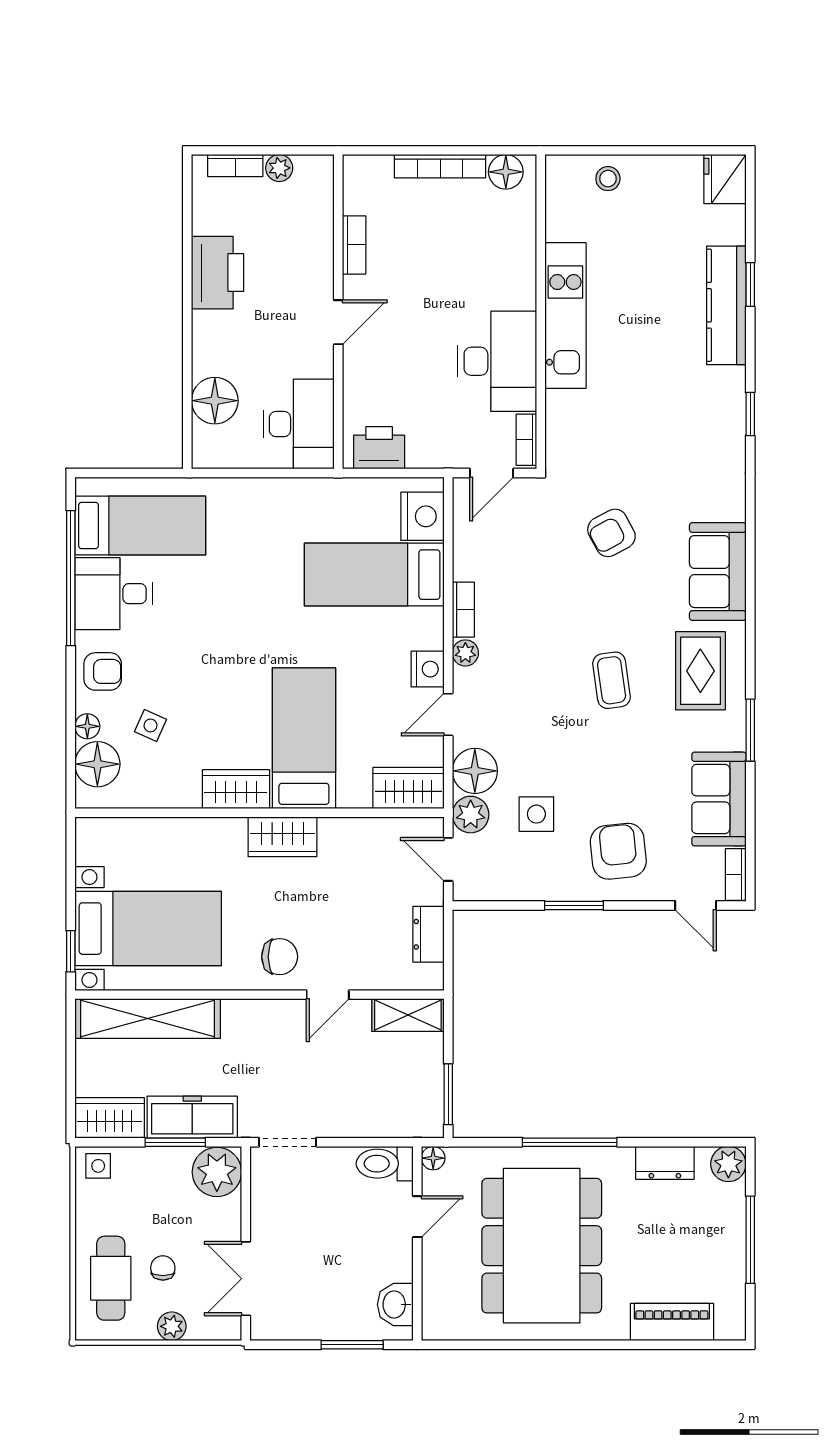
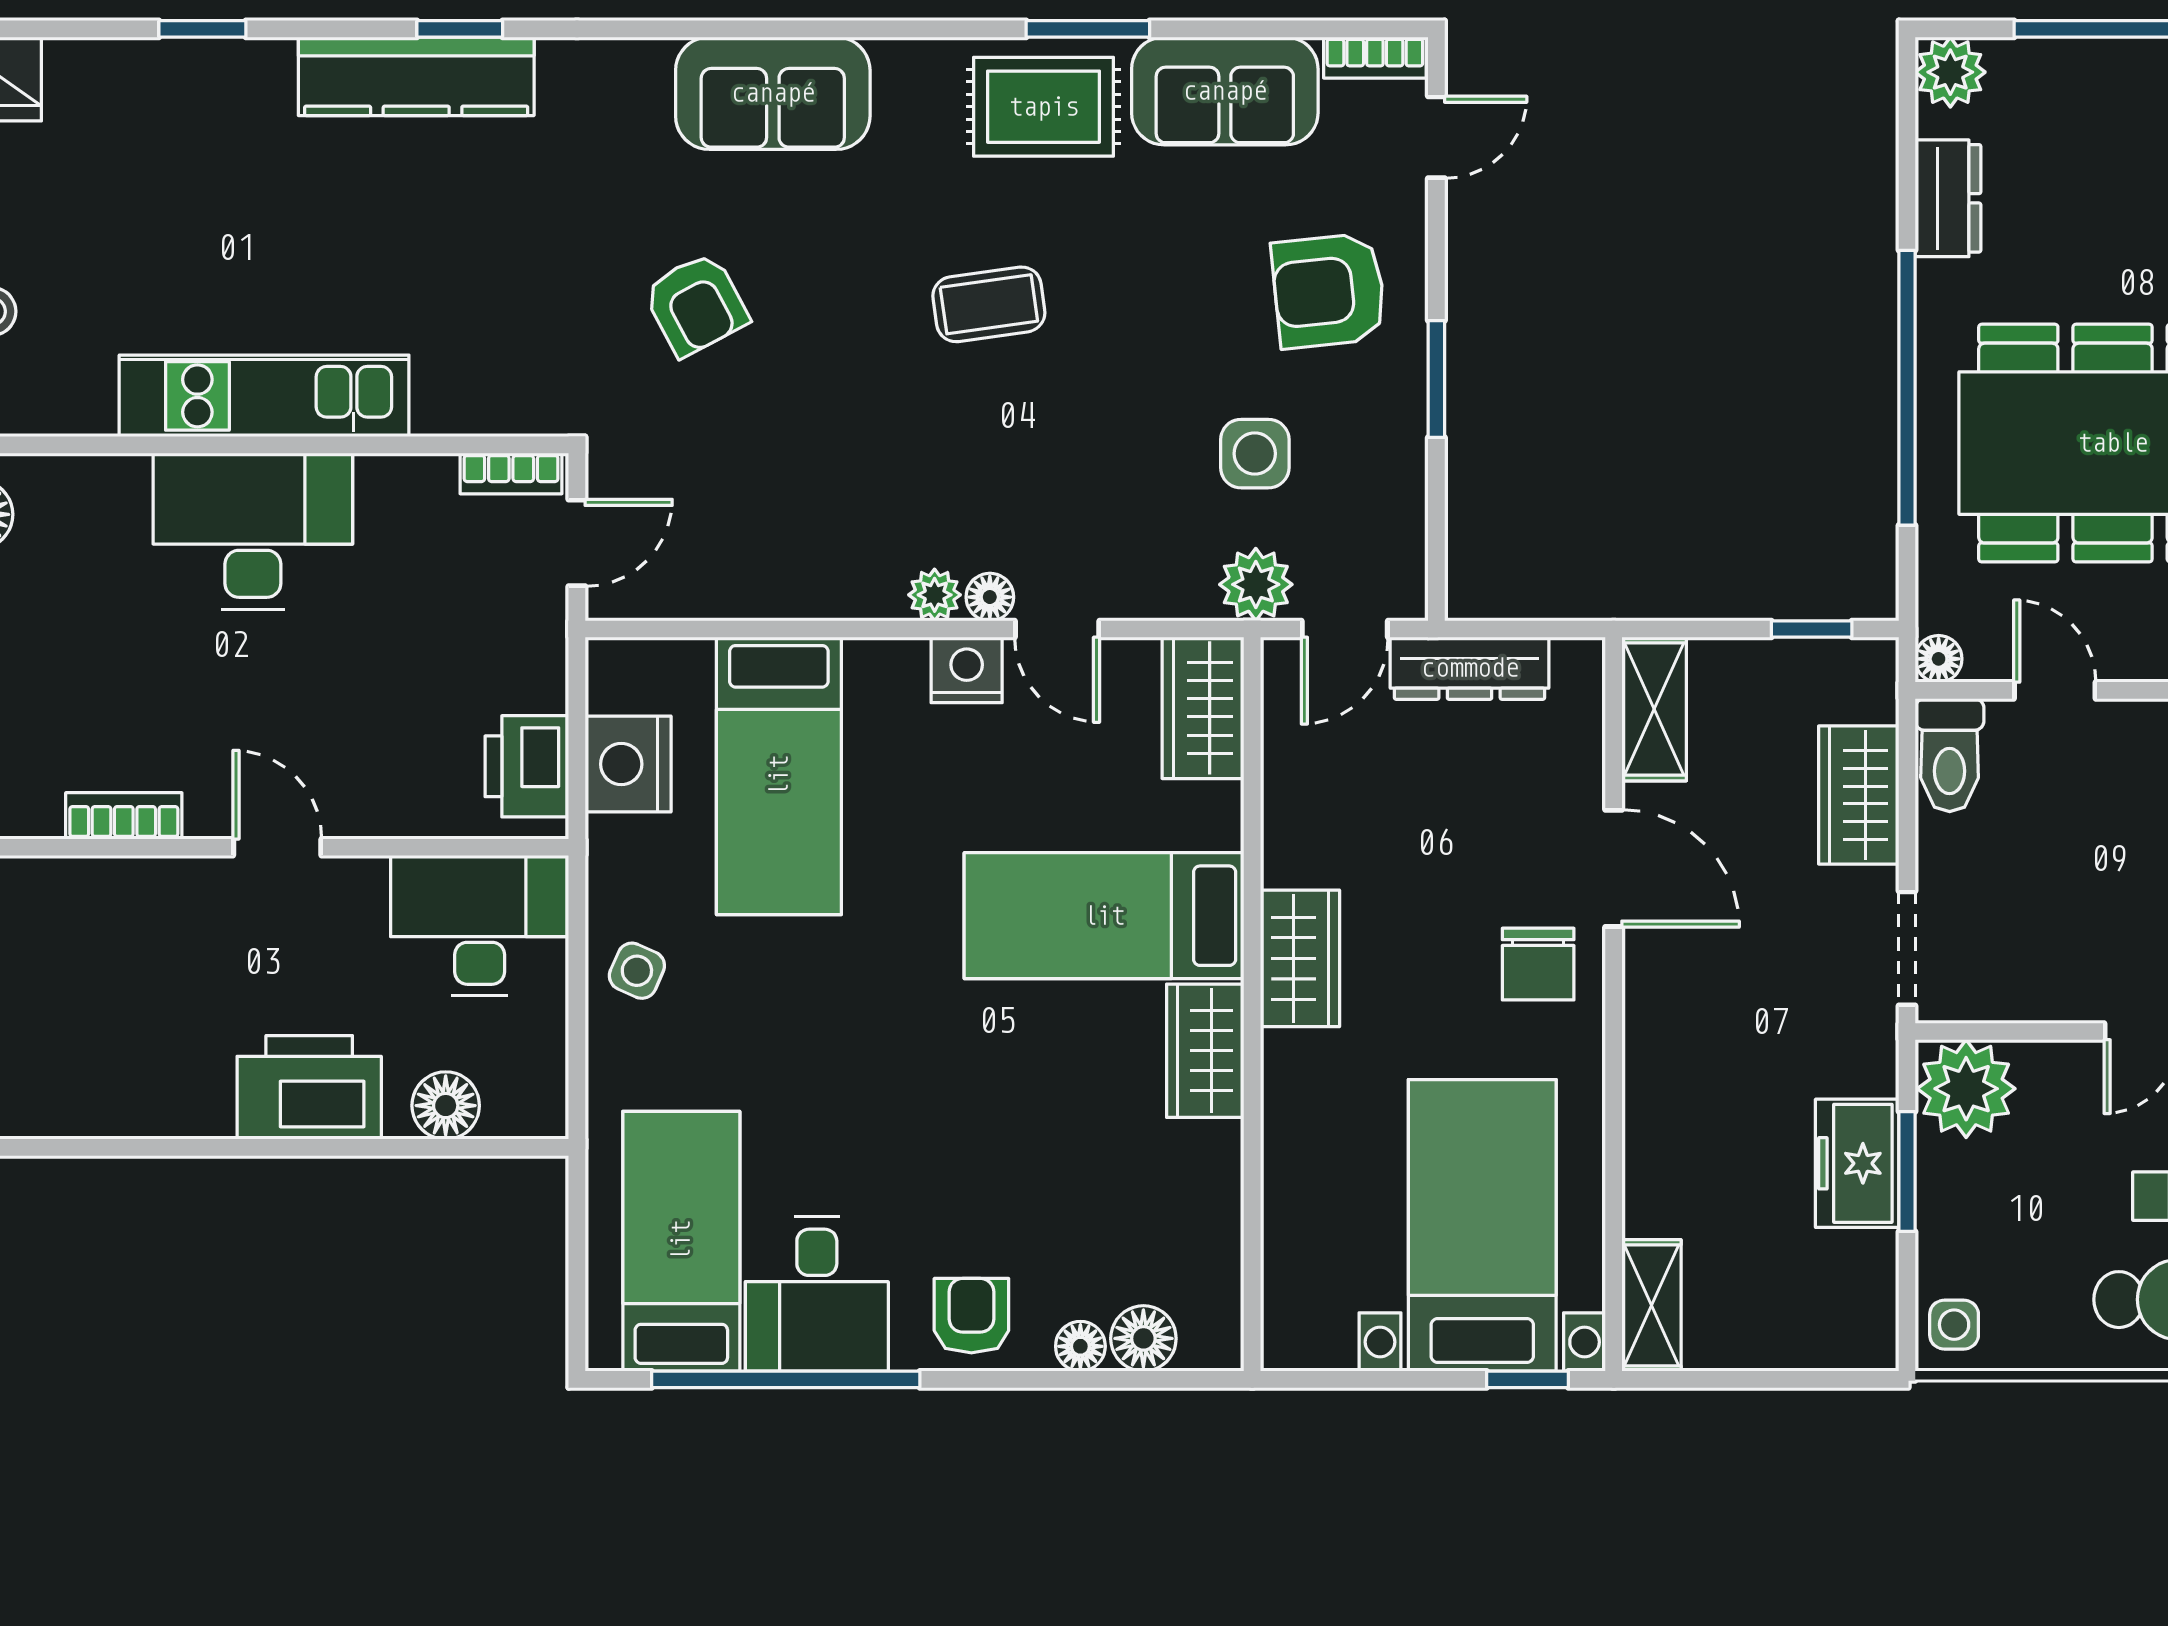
printer: (218, 273) -> (309, 1087), moved
kitchen counter: (726, 305) -> (416, 76), moved
desk: (497, 361) -> (253, 531), moved
floor lamp: (215, 401) -> (446, 1106), width x0.73, depth x0.73
door: (492, 473) -> (577, 543), hinge flipped
nightstand: (422, 516) -> (628, 764), moved, turned -90
bookcase: (463, 610) -> (848, 599), removed
rug: (700, 671) -> (1044, 107), moved
side table: (150, 725) -> (637, 971), moved
floor lamp: (97, 764) -> (1143, 1338), width x0.73, depth x0.73
floor lamp: (475, 771) -> (990, 597), moved, width x0.53, depth x0.53
dresser: (428, 934) -> (1470, 668), width x1.44
chair: (280, 957) -> (1538, 964), turned 180
door: (328, 995) -> (1614, 868), width x1.38
shelving: (148, 1019) -> (1651, 1305), width x0.45, depth x0.75
window: (448, 1094) -> (1812, 629), width x0.67
freezer: (192, 1117) -> (1857, 1163), width x0.71
wardrobe: (110, 1118) -> (1859, 795), moved
window: (570, 1142) -> (1907, 388), width x1.46

